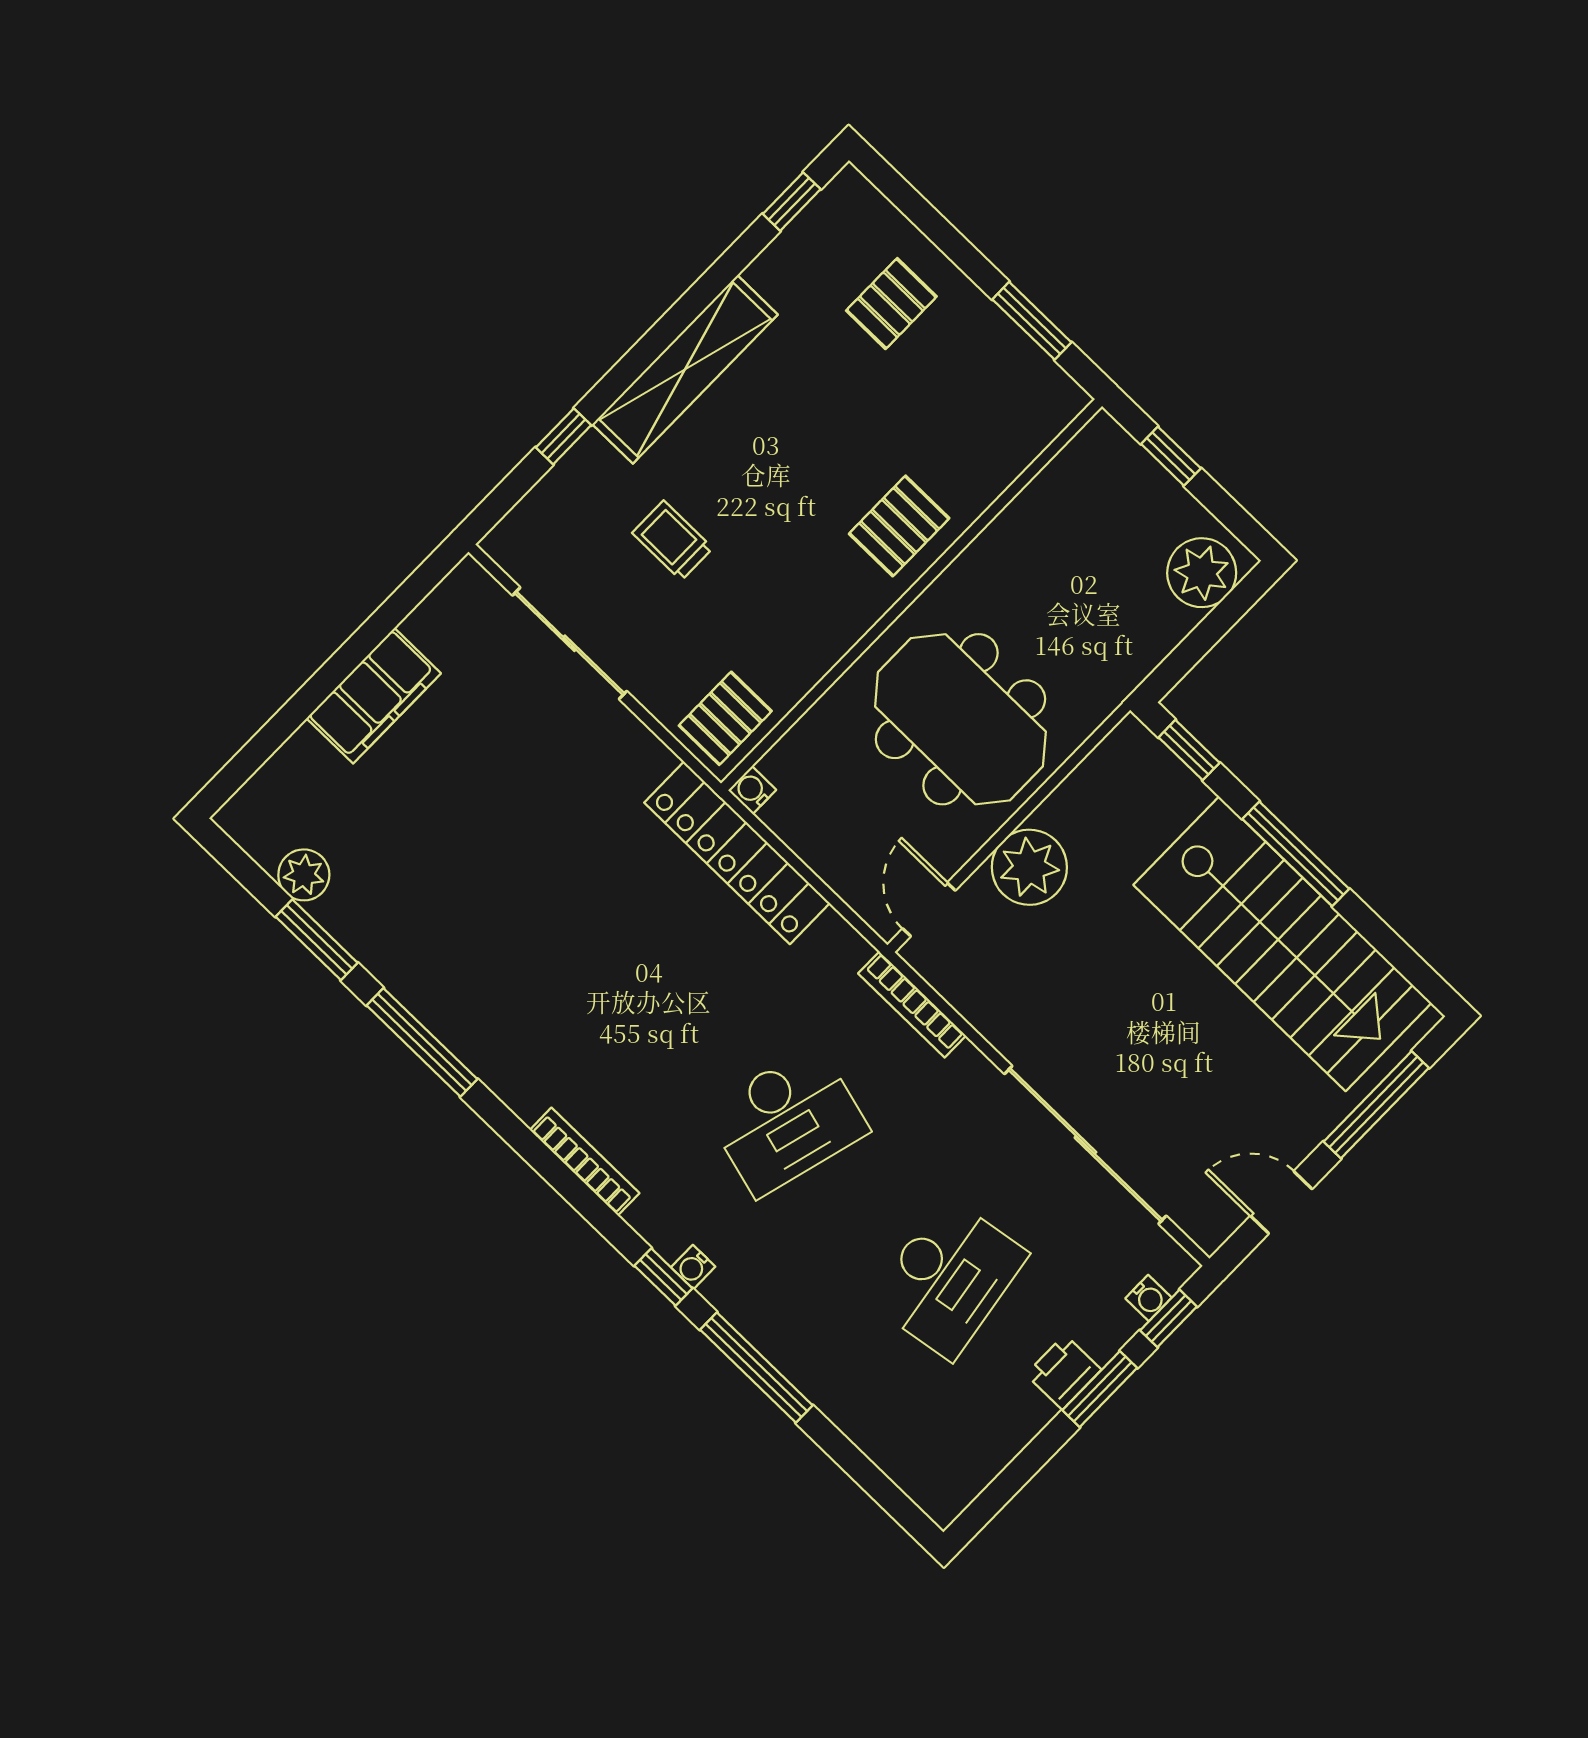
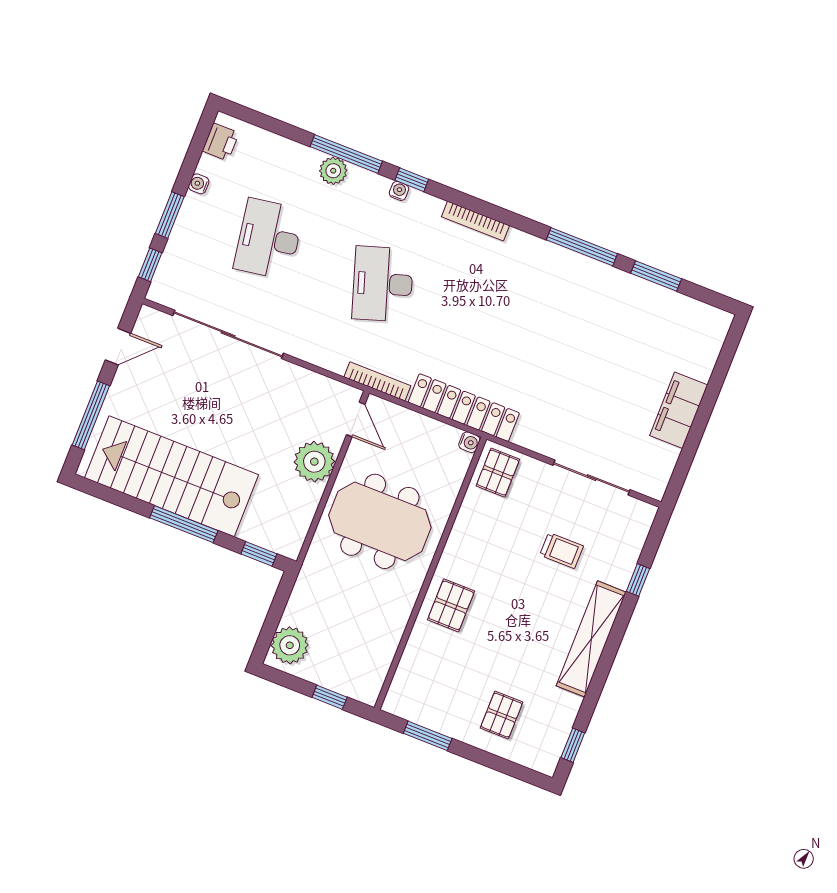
plant: (304, 875) -> (333, 171), moved
bookcase: (912, 1005) -> (377, 381), moved
desk: (787, 1121) -> (383, 284), turned -33
water cooler: (1148, 1298) -> (199, 184), moved
printer: (1064, 1372) -> (221, 142), moved

